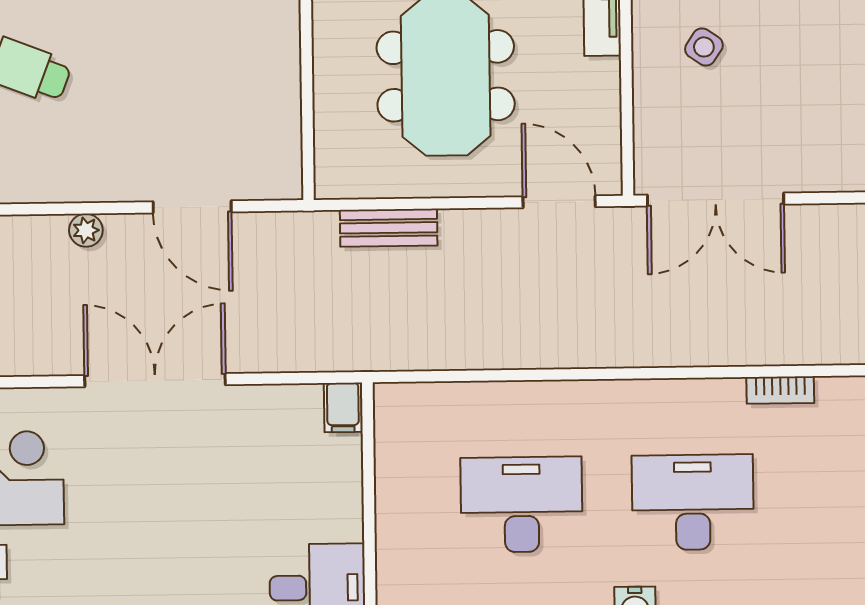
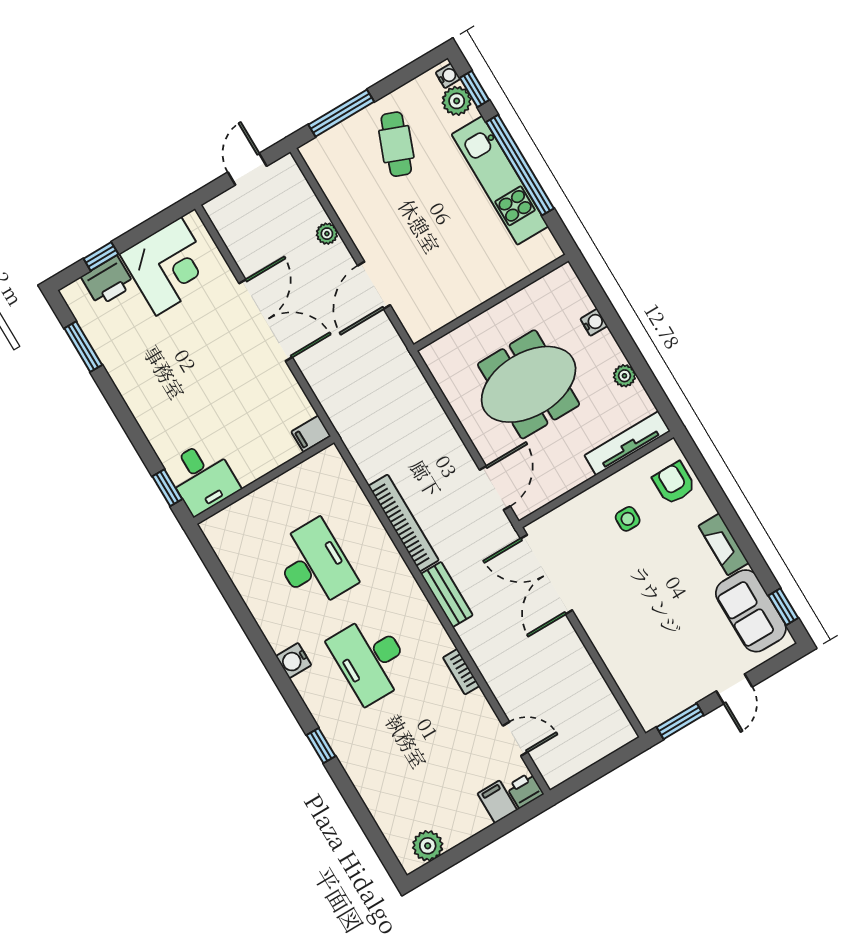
side table: (704, 47) -> (628, 519), turned -34
bench: (389, 228) -> (447, 595), moved
bookcase: (535, 352) -> (404, 523), added
desk: (693, 502) -> (371, 659), turned 180

